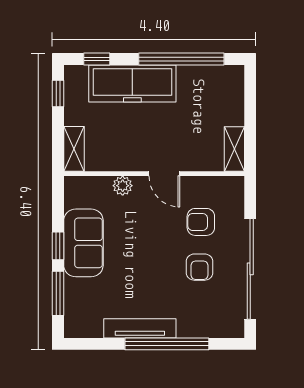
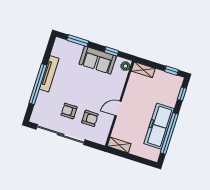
freezer: (132, 83) -> (159, 126), moved
plant: (123, 186) -> (125, 66), moved
armchair: (201, 222) -> (90, 118), turned 90
window: (58, 246) -> (111, 51), moved

